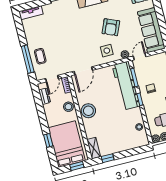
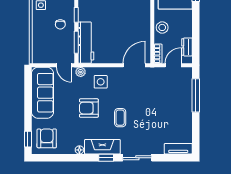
armchair: (111, 27) -> (89, 108), turned -113
coffee table: (40, 56) -> (120, 118), moved
door: (140, 57) -> (64, 65), hinge flipped
workbench: (126, 86) -> (86, 43), width x0.73, depth x0.76
stool: (88, 111) -> (140, 17), removed

